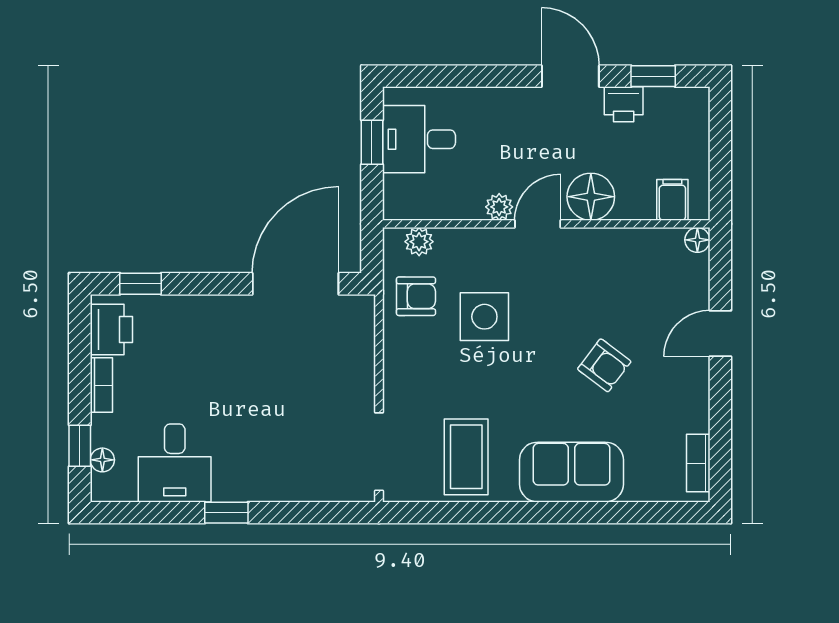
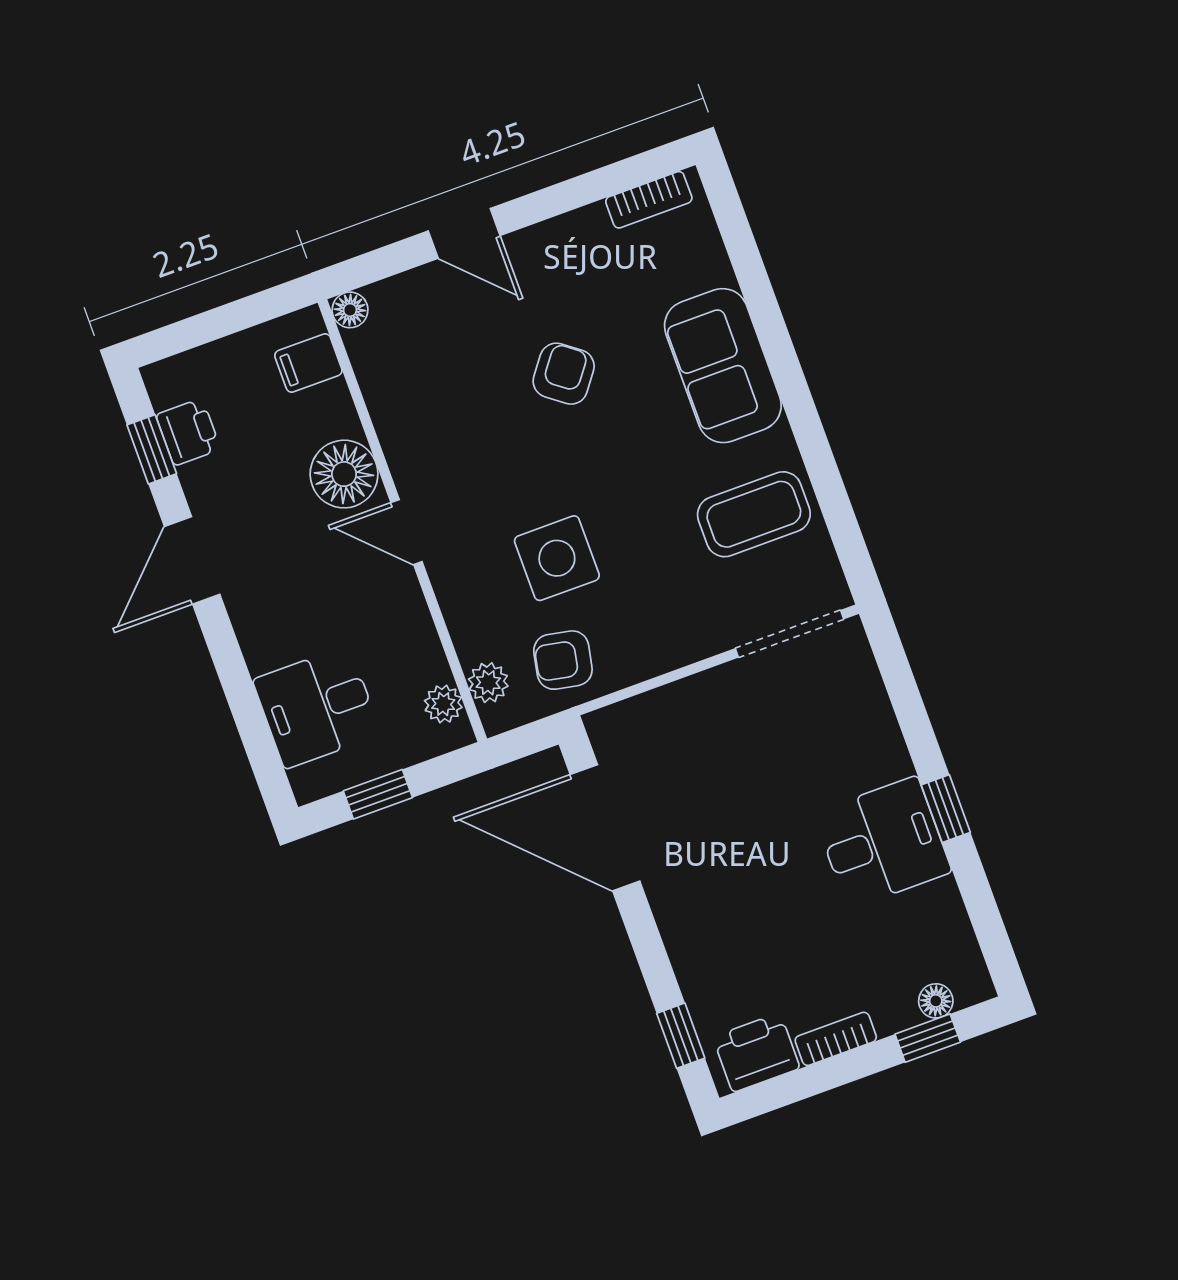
printer: (624, 104) -> (188, 432), moved
desk: (419, 139) -> (317, 707), moved, turned 90
plant: (499, 207) -> (443, 704), moved
armchair: (416, 296) -> (563, 660), turned -79
desk: (175, 463) -> (883, 842), moved

